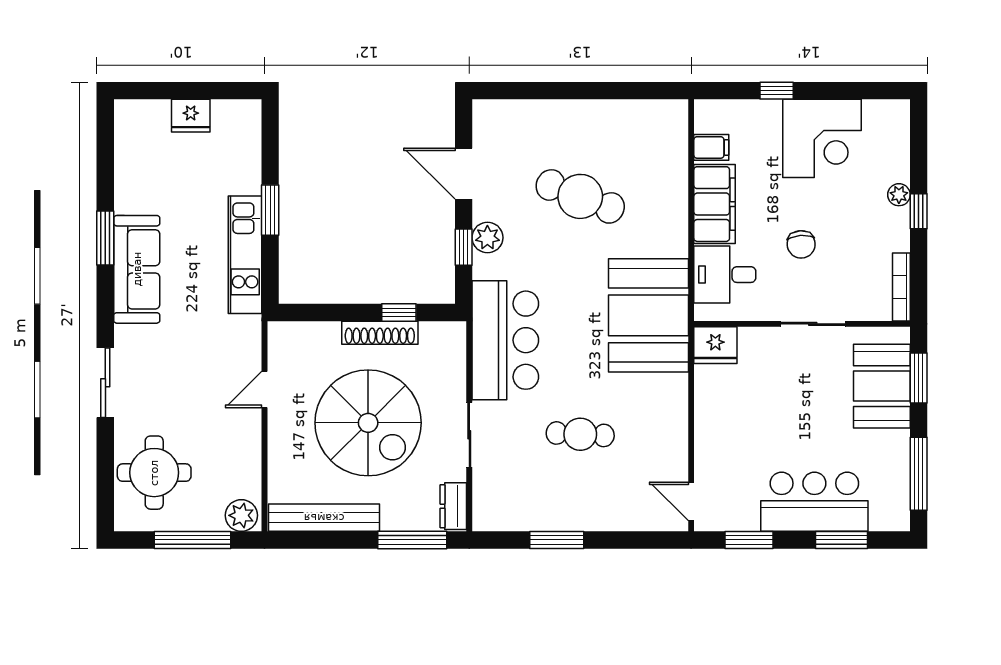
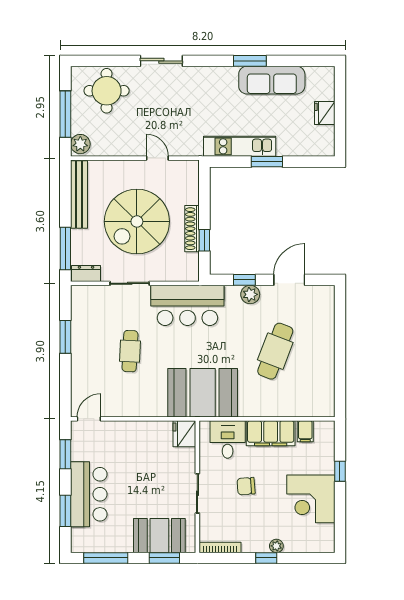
sofa: (137, 269) -> (272, 80), moved

